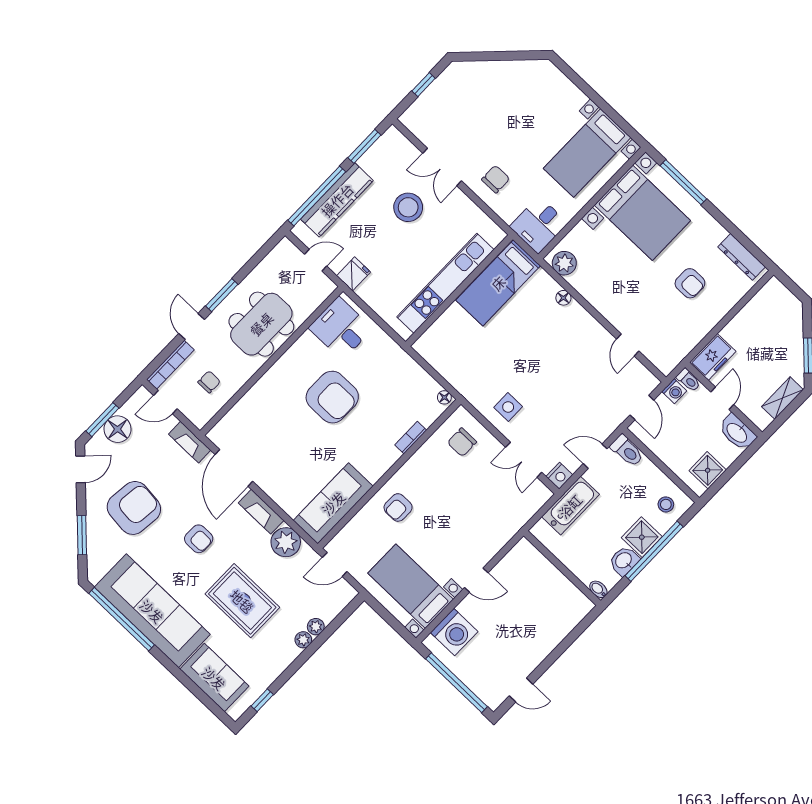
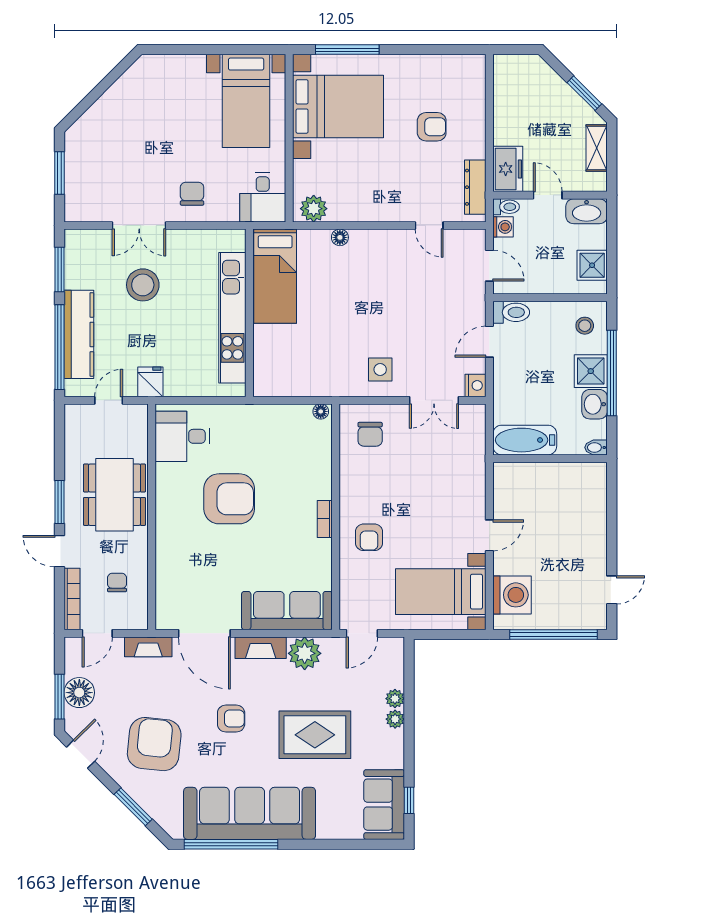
window: (424, 85) -> (60, 173), width x1.50
dresser: (742, 257) -> (475, 187), moved, turned 90
bookcase: (411, 438) -> (325, 519), moved
sofa: (333, 503) -> (287, 611), moved, turned 90
bathtub: (570, 506) -> (525, 440), moved, turned -90
sofa: (214, 678) -> (384, 805), moved, turned -90

